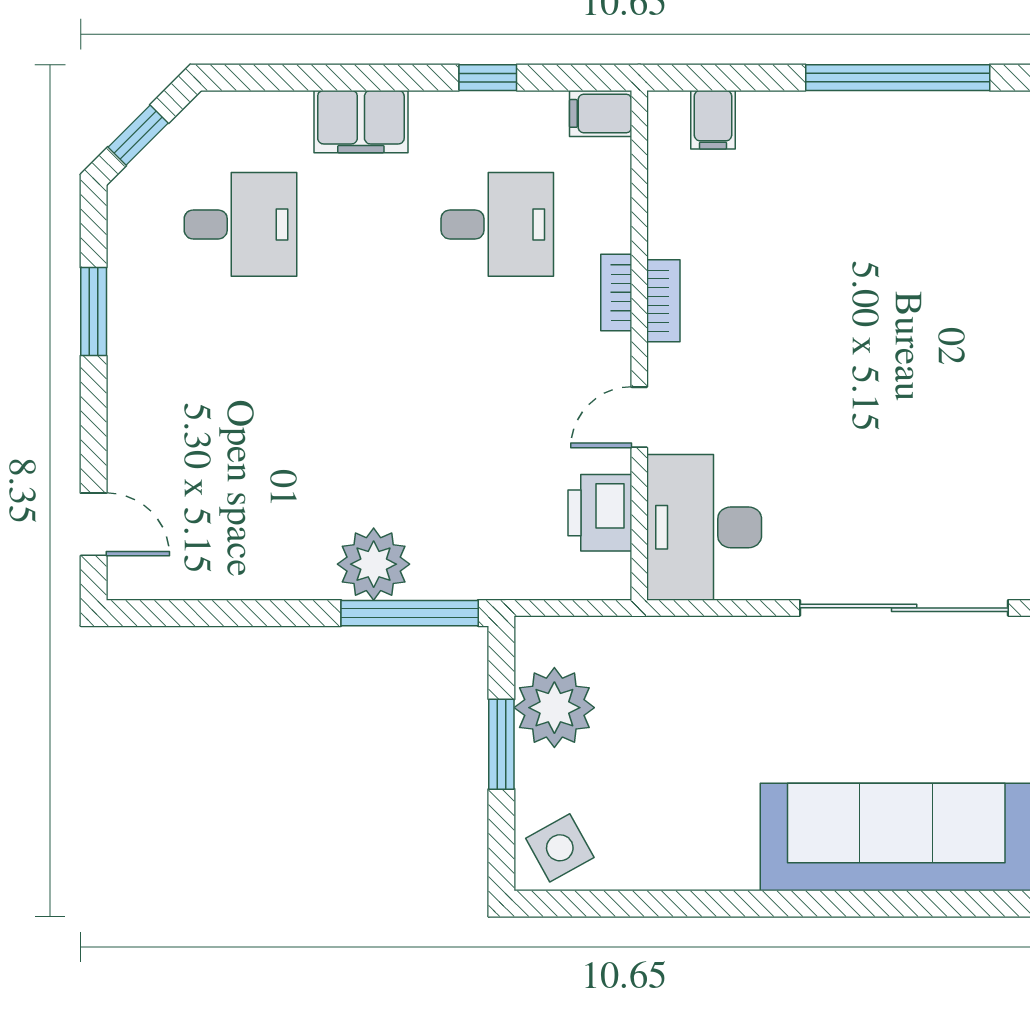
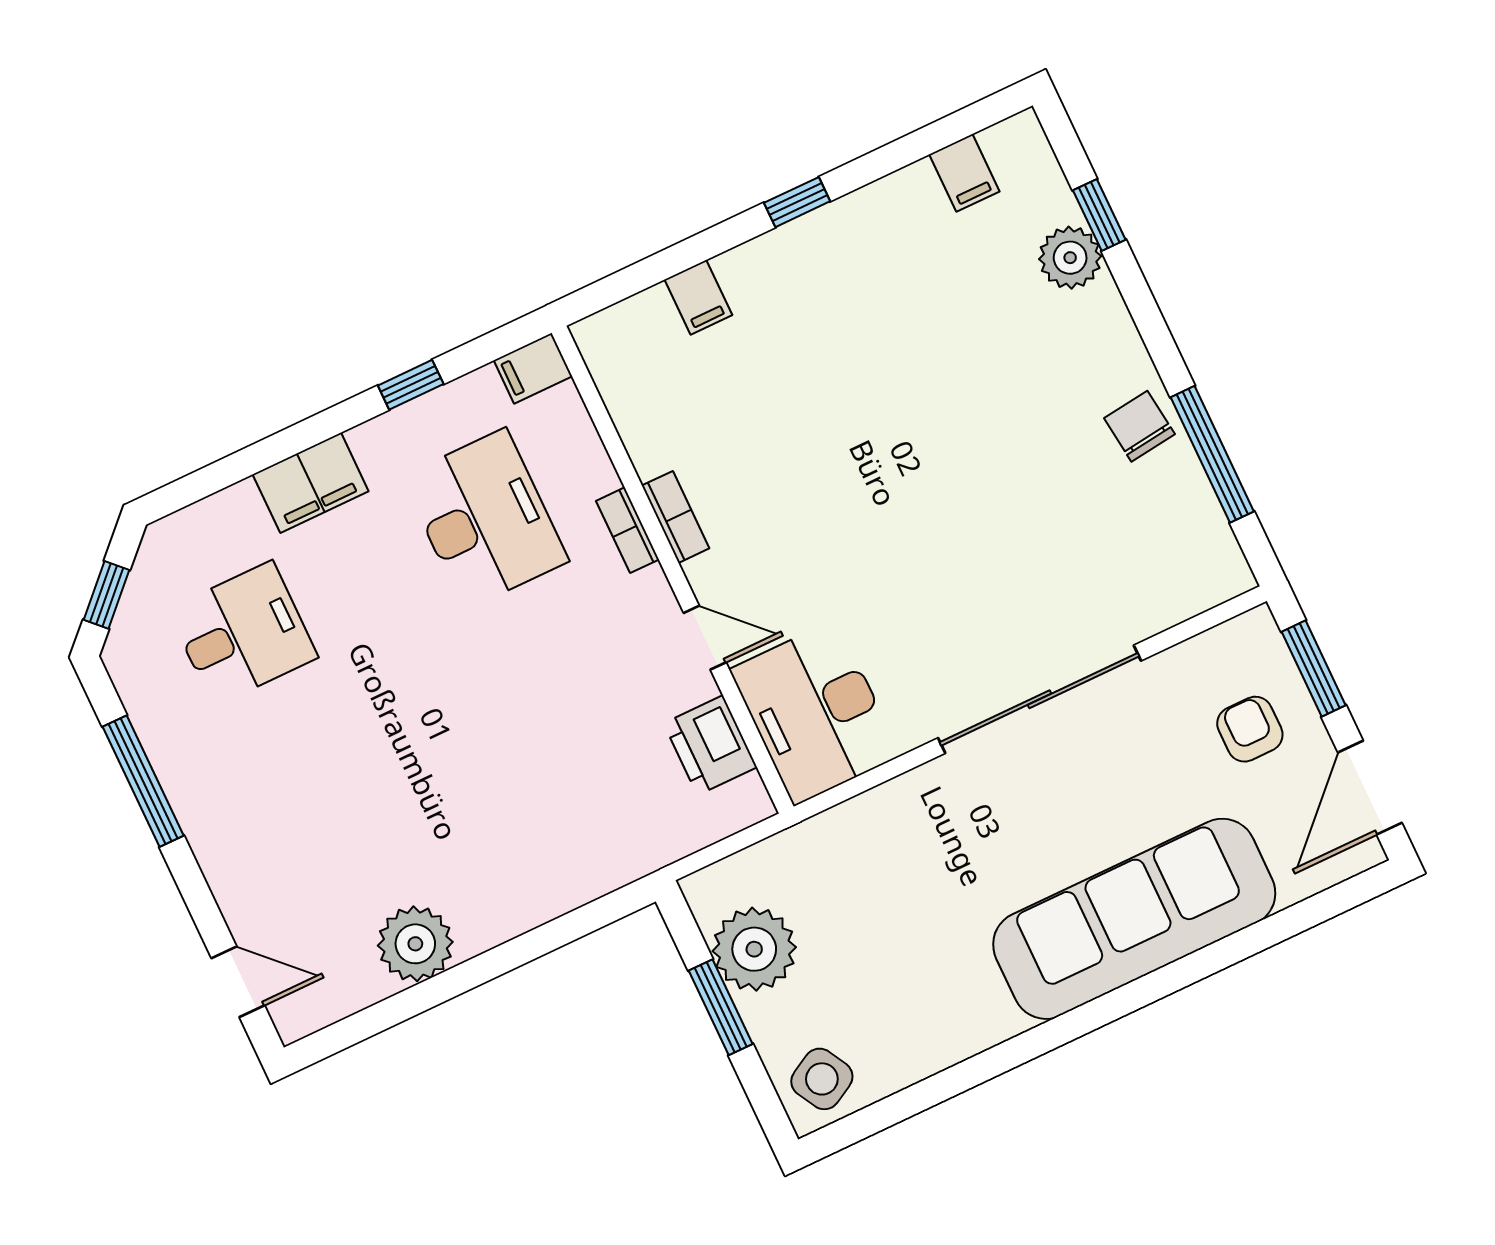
window: (898, 78) -> (797, 202), width x0.32
filing cabinet: (713, 120) -> (698, 297), moved
desk: (497, 224) -> (485, 519), width x1.37
window: (94, 312) -> (143, 781), width x1.44
door: (639, 417) -> (705, 638), swing flipped
plant: (374, 564) -> (415, 944), moved
window: (410, 613) -> (575, 925), removed

